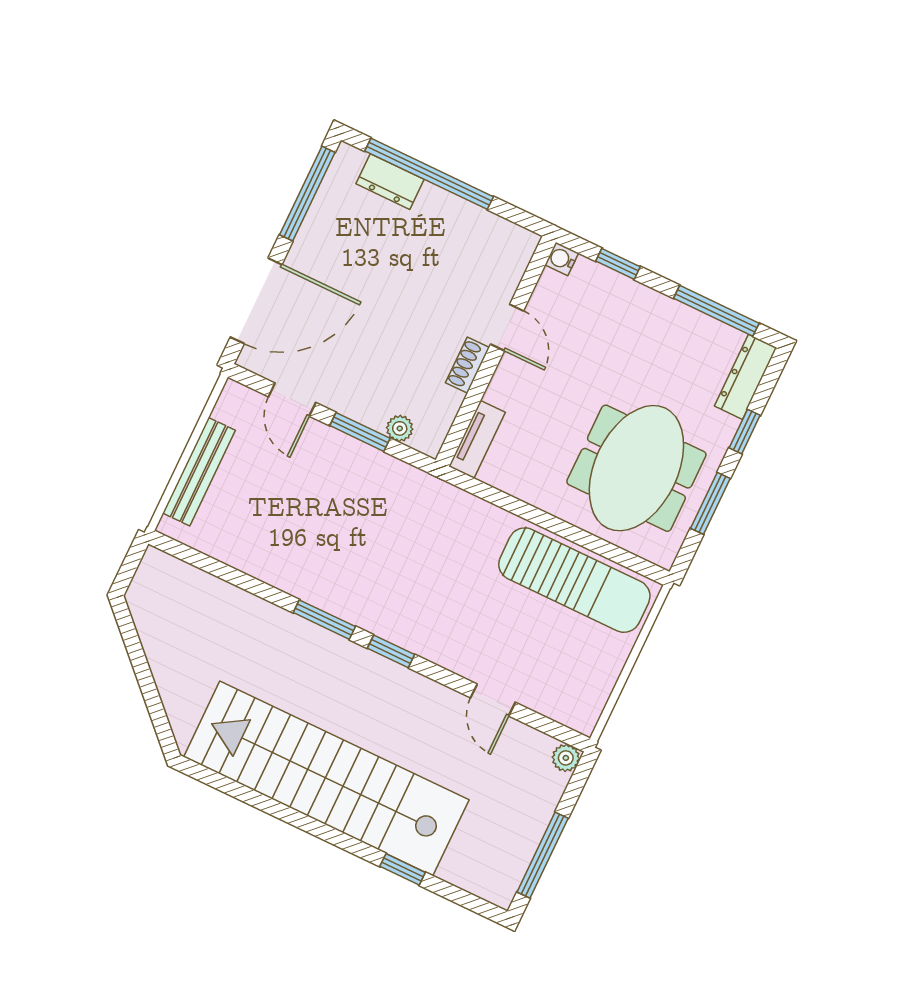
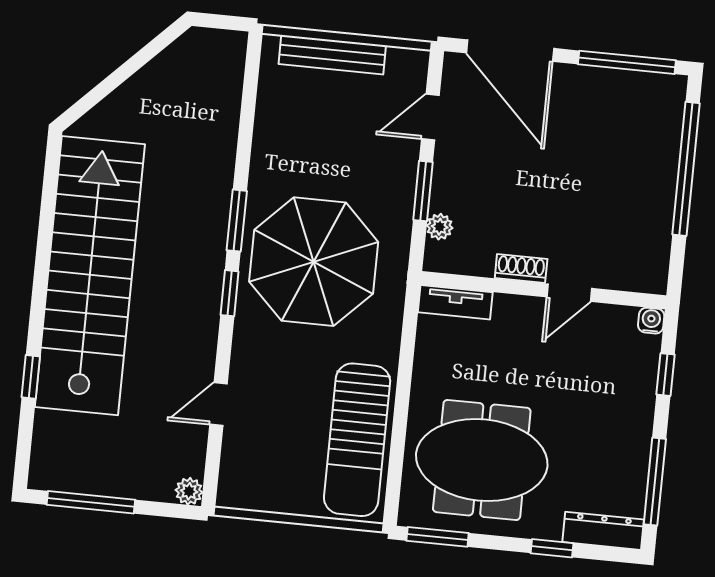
dresser: (390, 182) -> (666, 135), removed
window: (710, 503) -> (438, 537), moved
parasol: (390, 560) -> (314, 262), added

